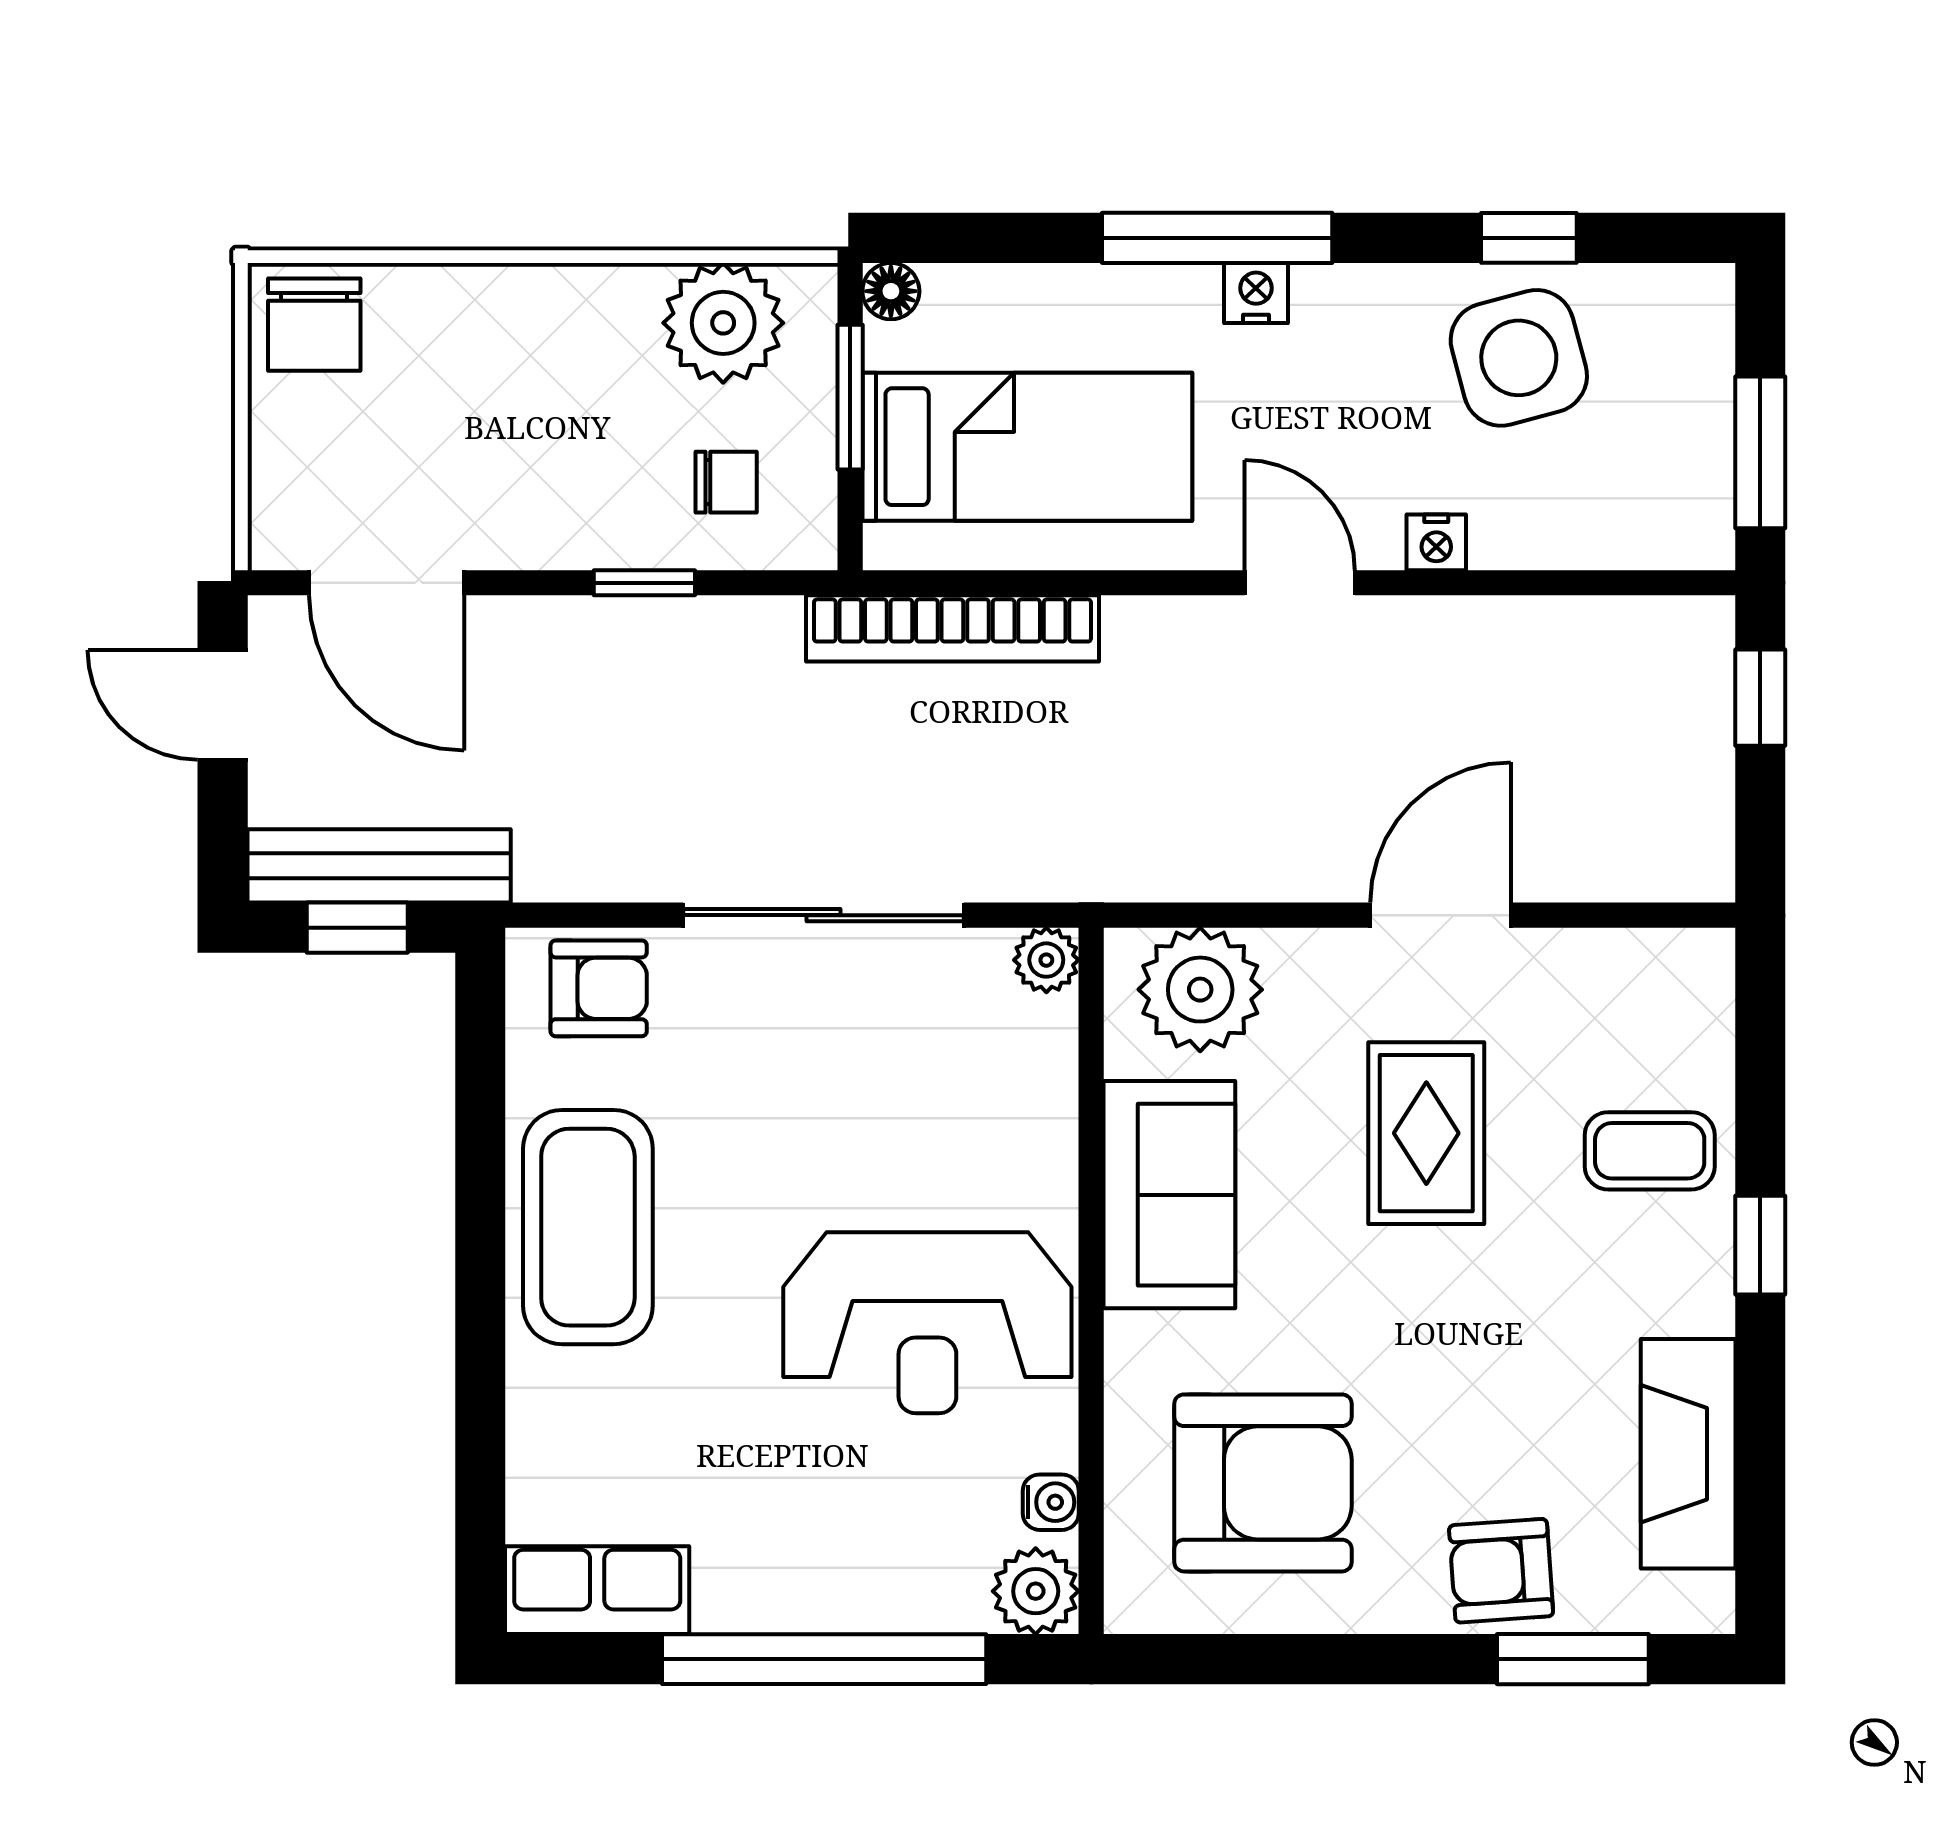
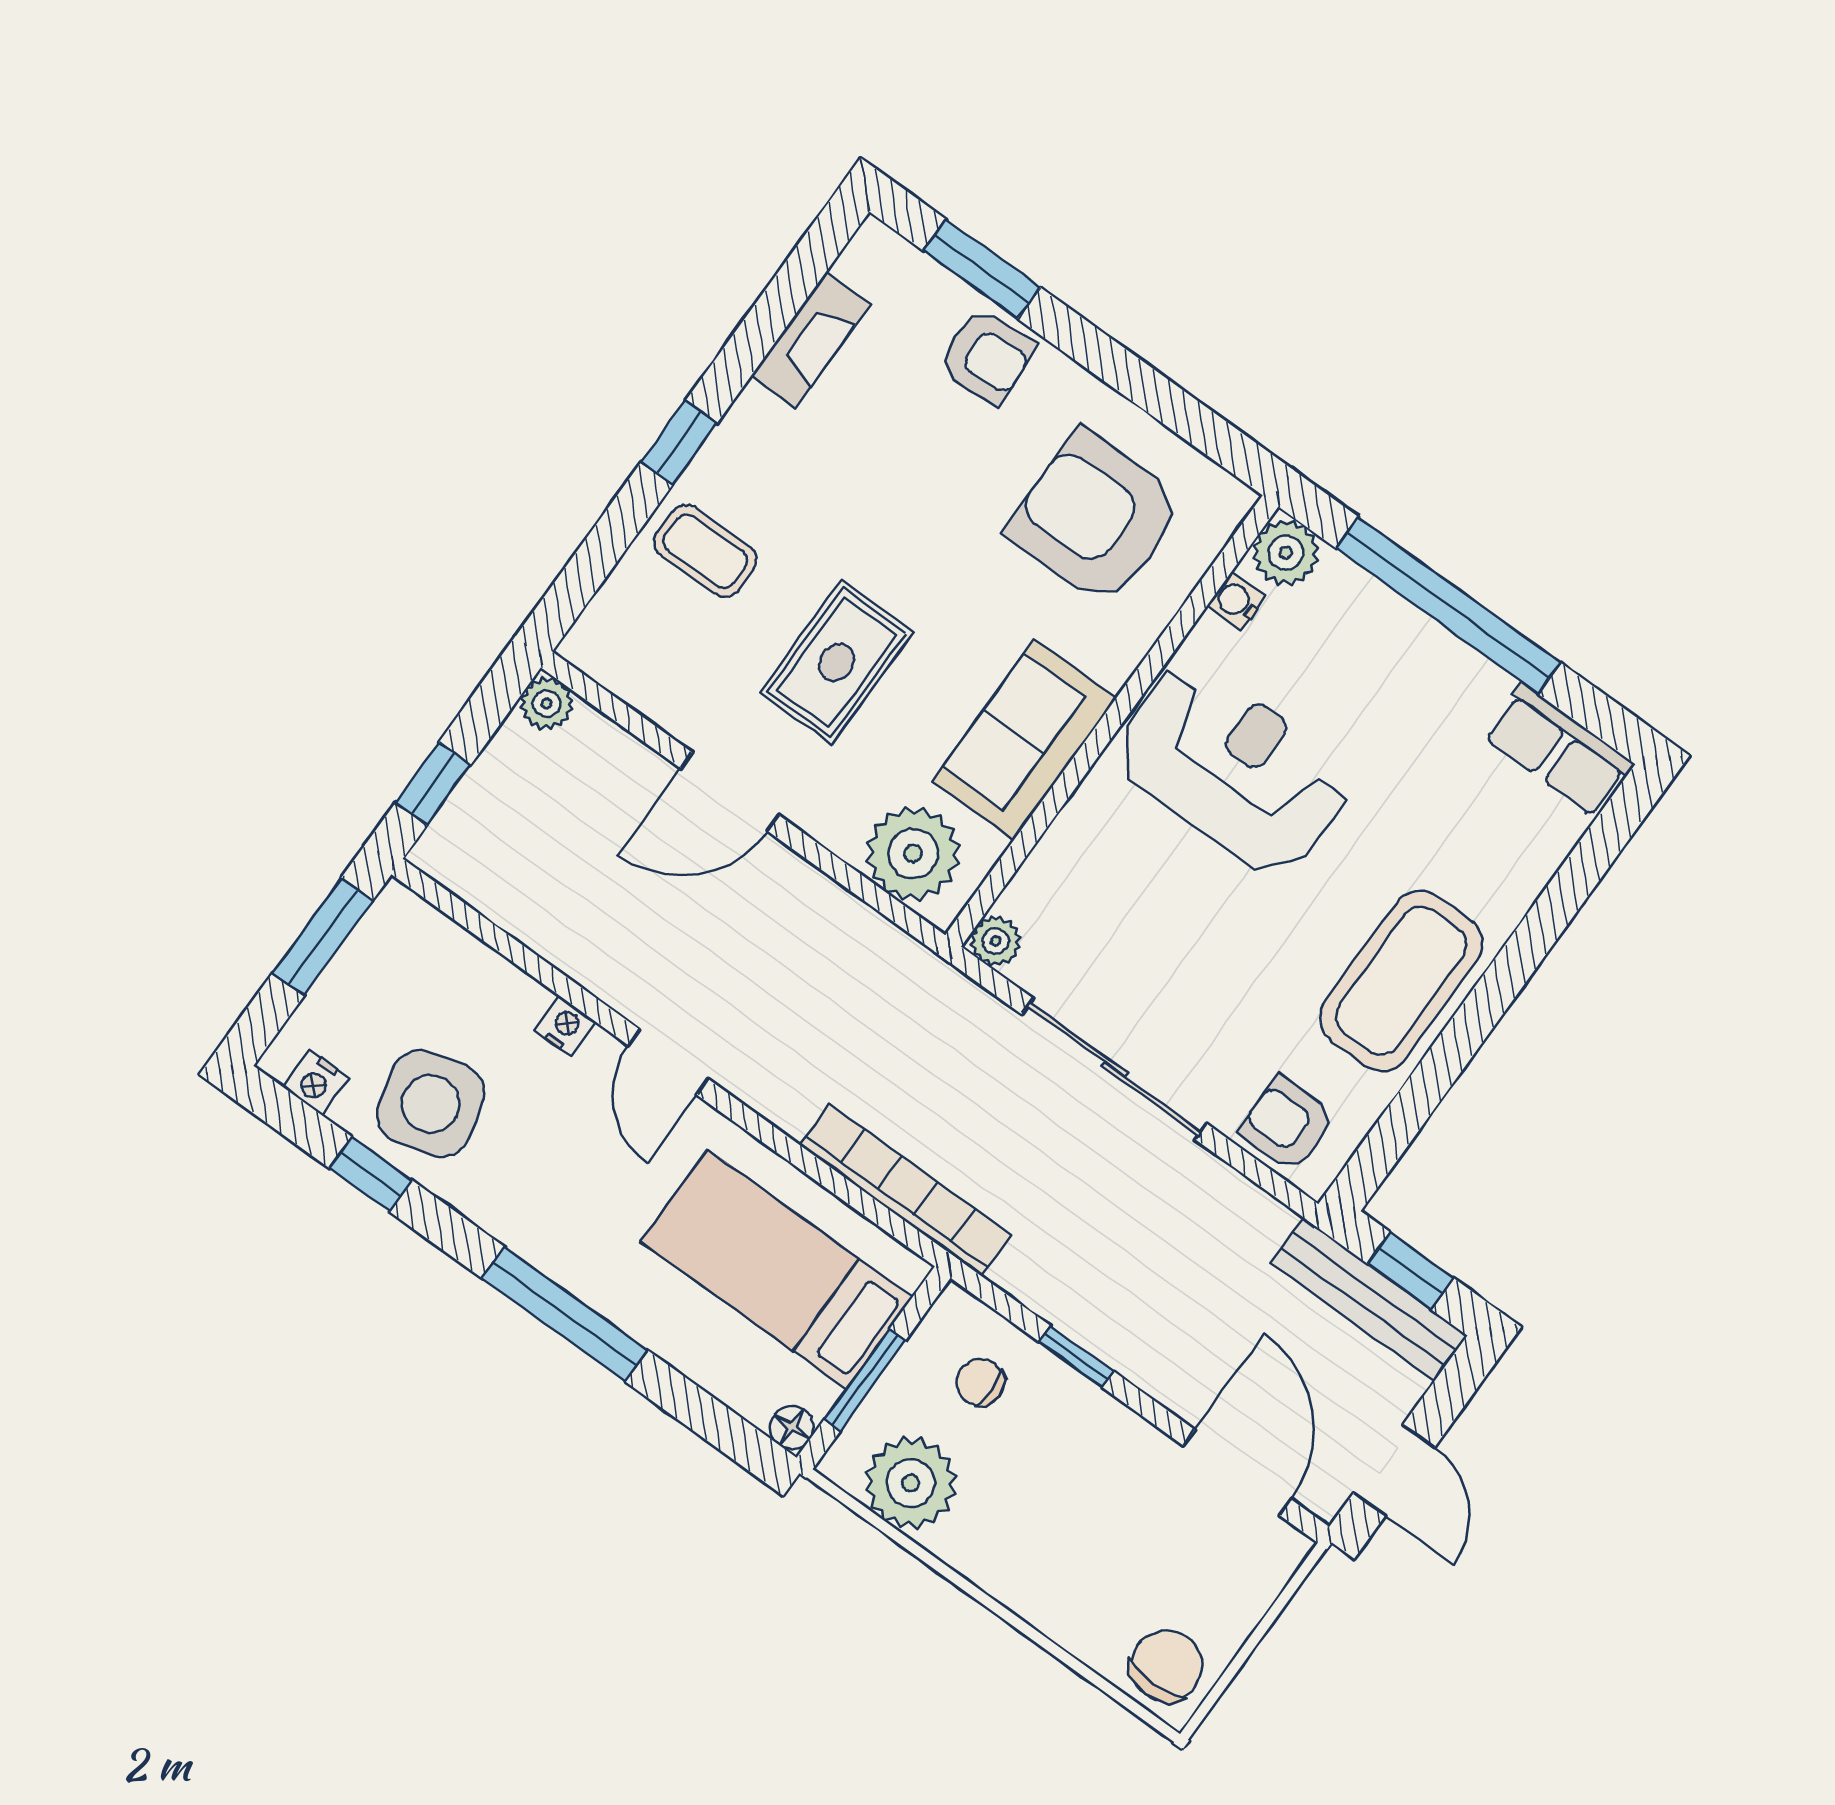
nightstand: (1256, 293) -> (316, 1082), moved
plant: (1701, 869) -> (547, 704), added
fireplace: (1688, 1454) -> (811, 340), width x0.73, depth x0.76

